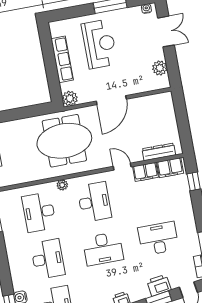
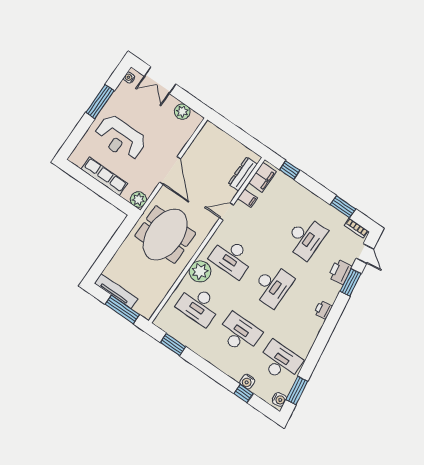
double door: (166, 31) -> (160, 80), swing flipped
reception desk: (99, 44) -> (120, 138), turned 180
filing cabinet: (146, 172) -> (248, 198), width x0.50
plant: (62, 185) -> (200, 271), width x1.87, depth x1.87
desk: (94, 202) -> (232, 258), turned 180
desk: (158, 239) -> (306, 238), turned 180

